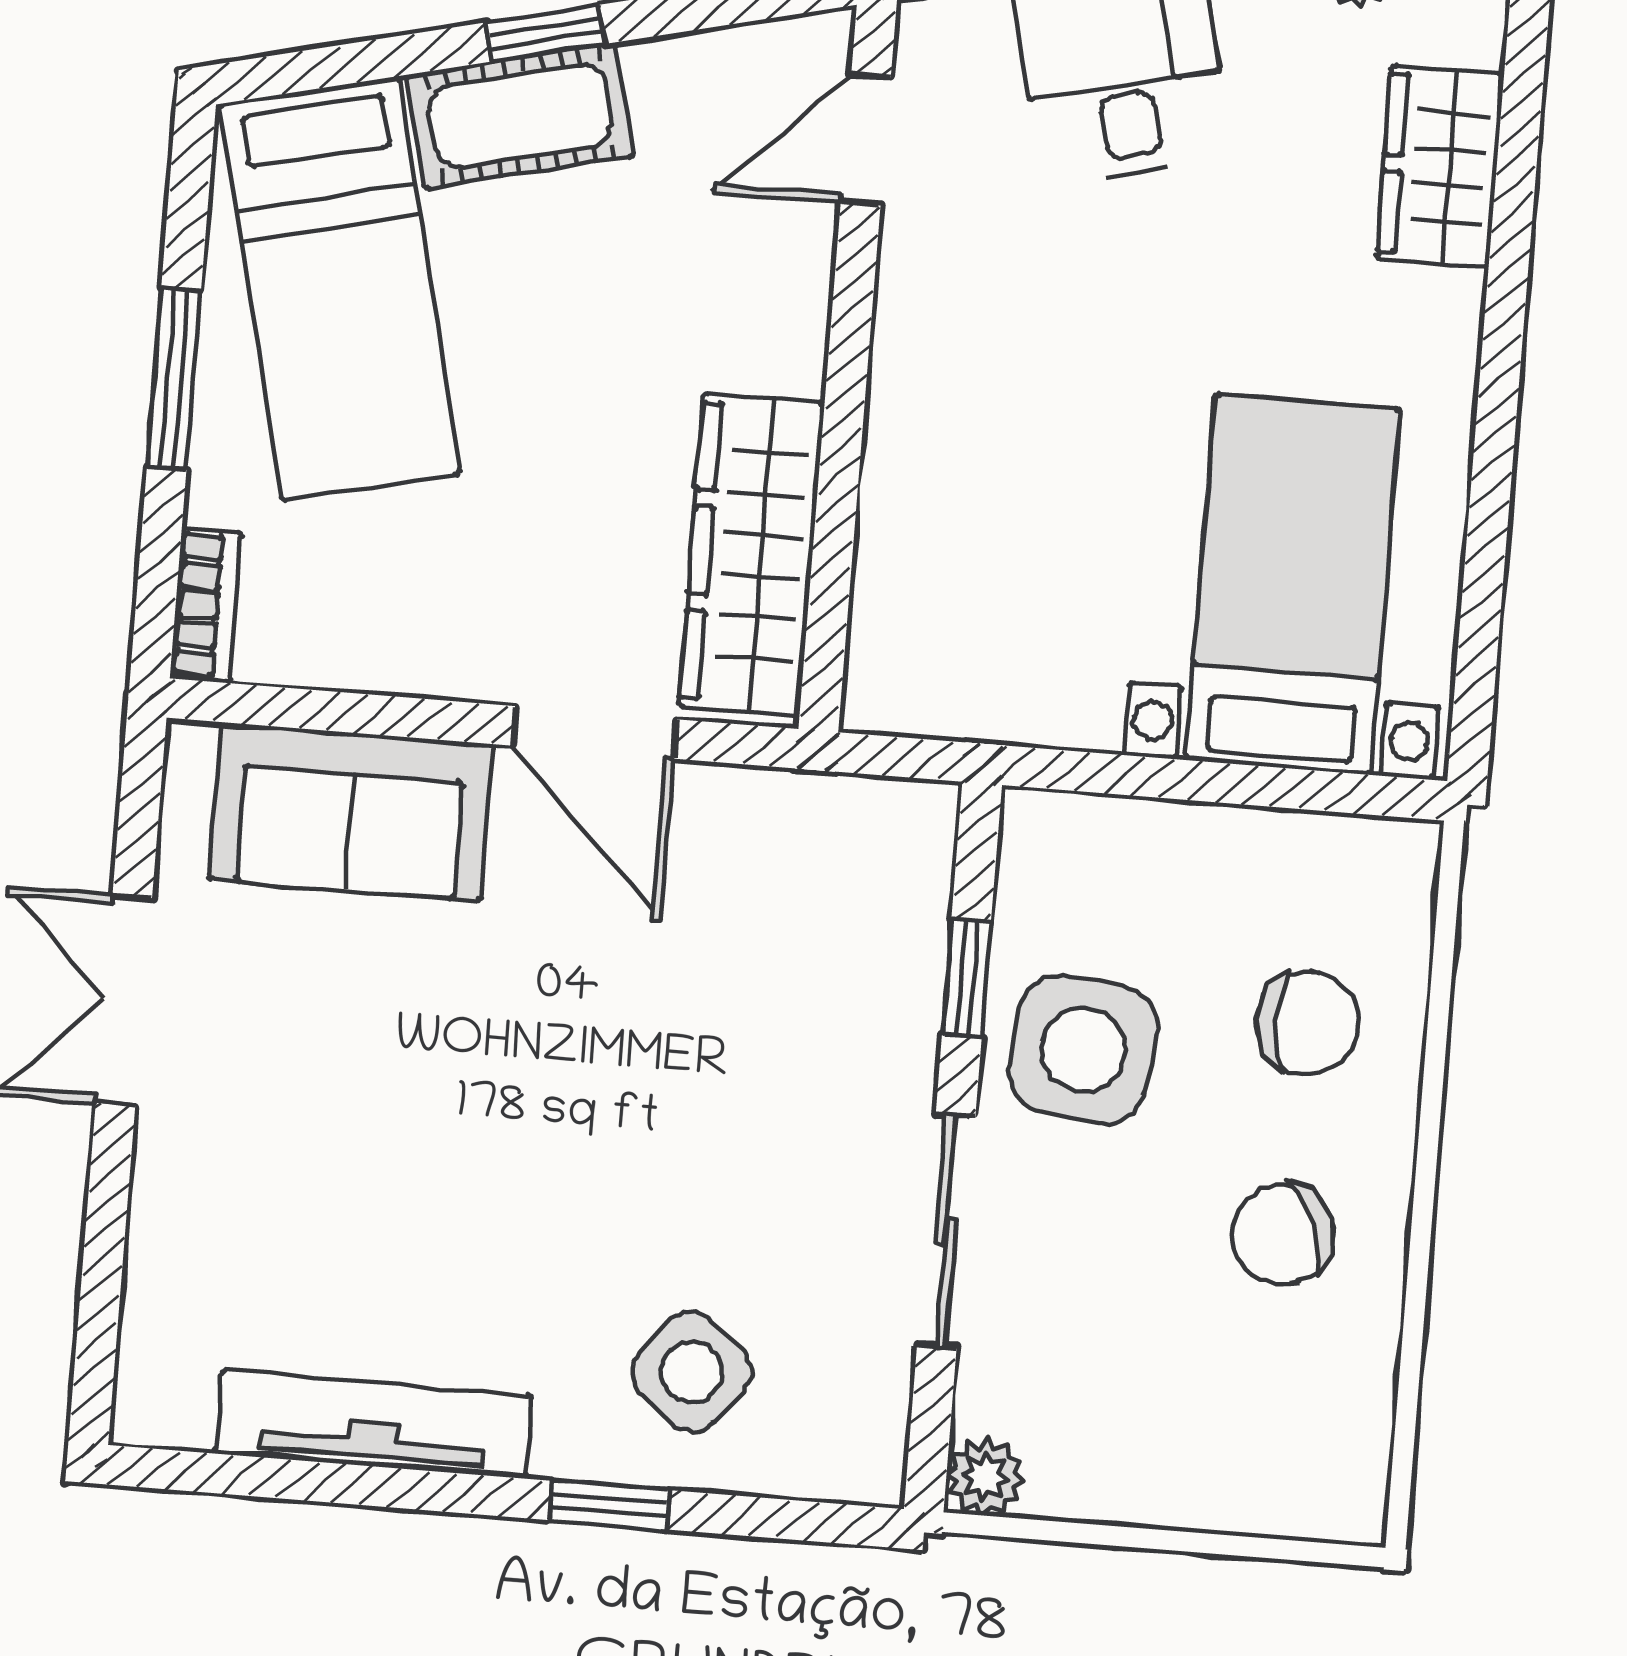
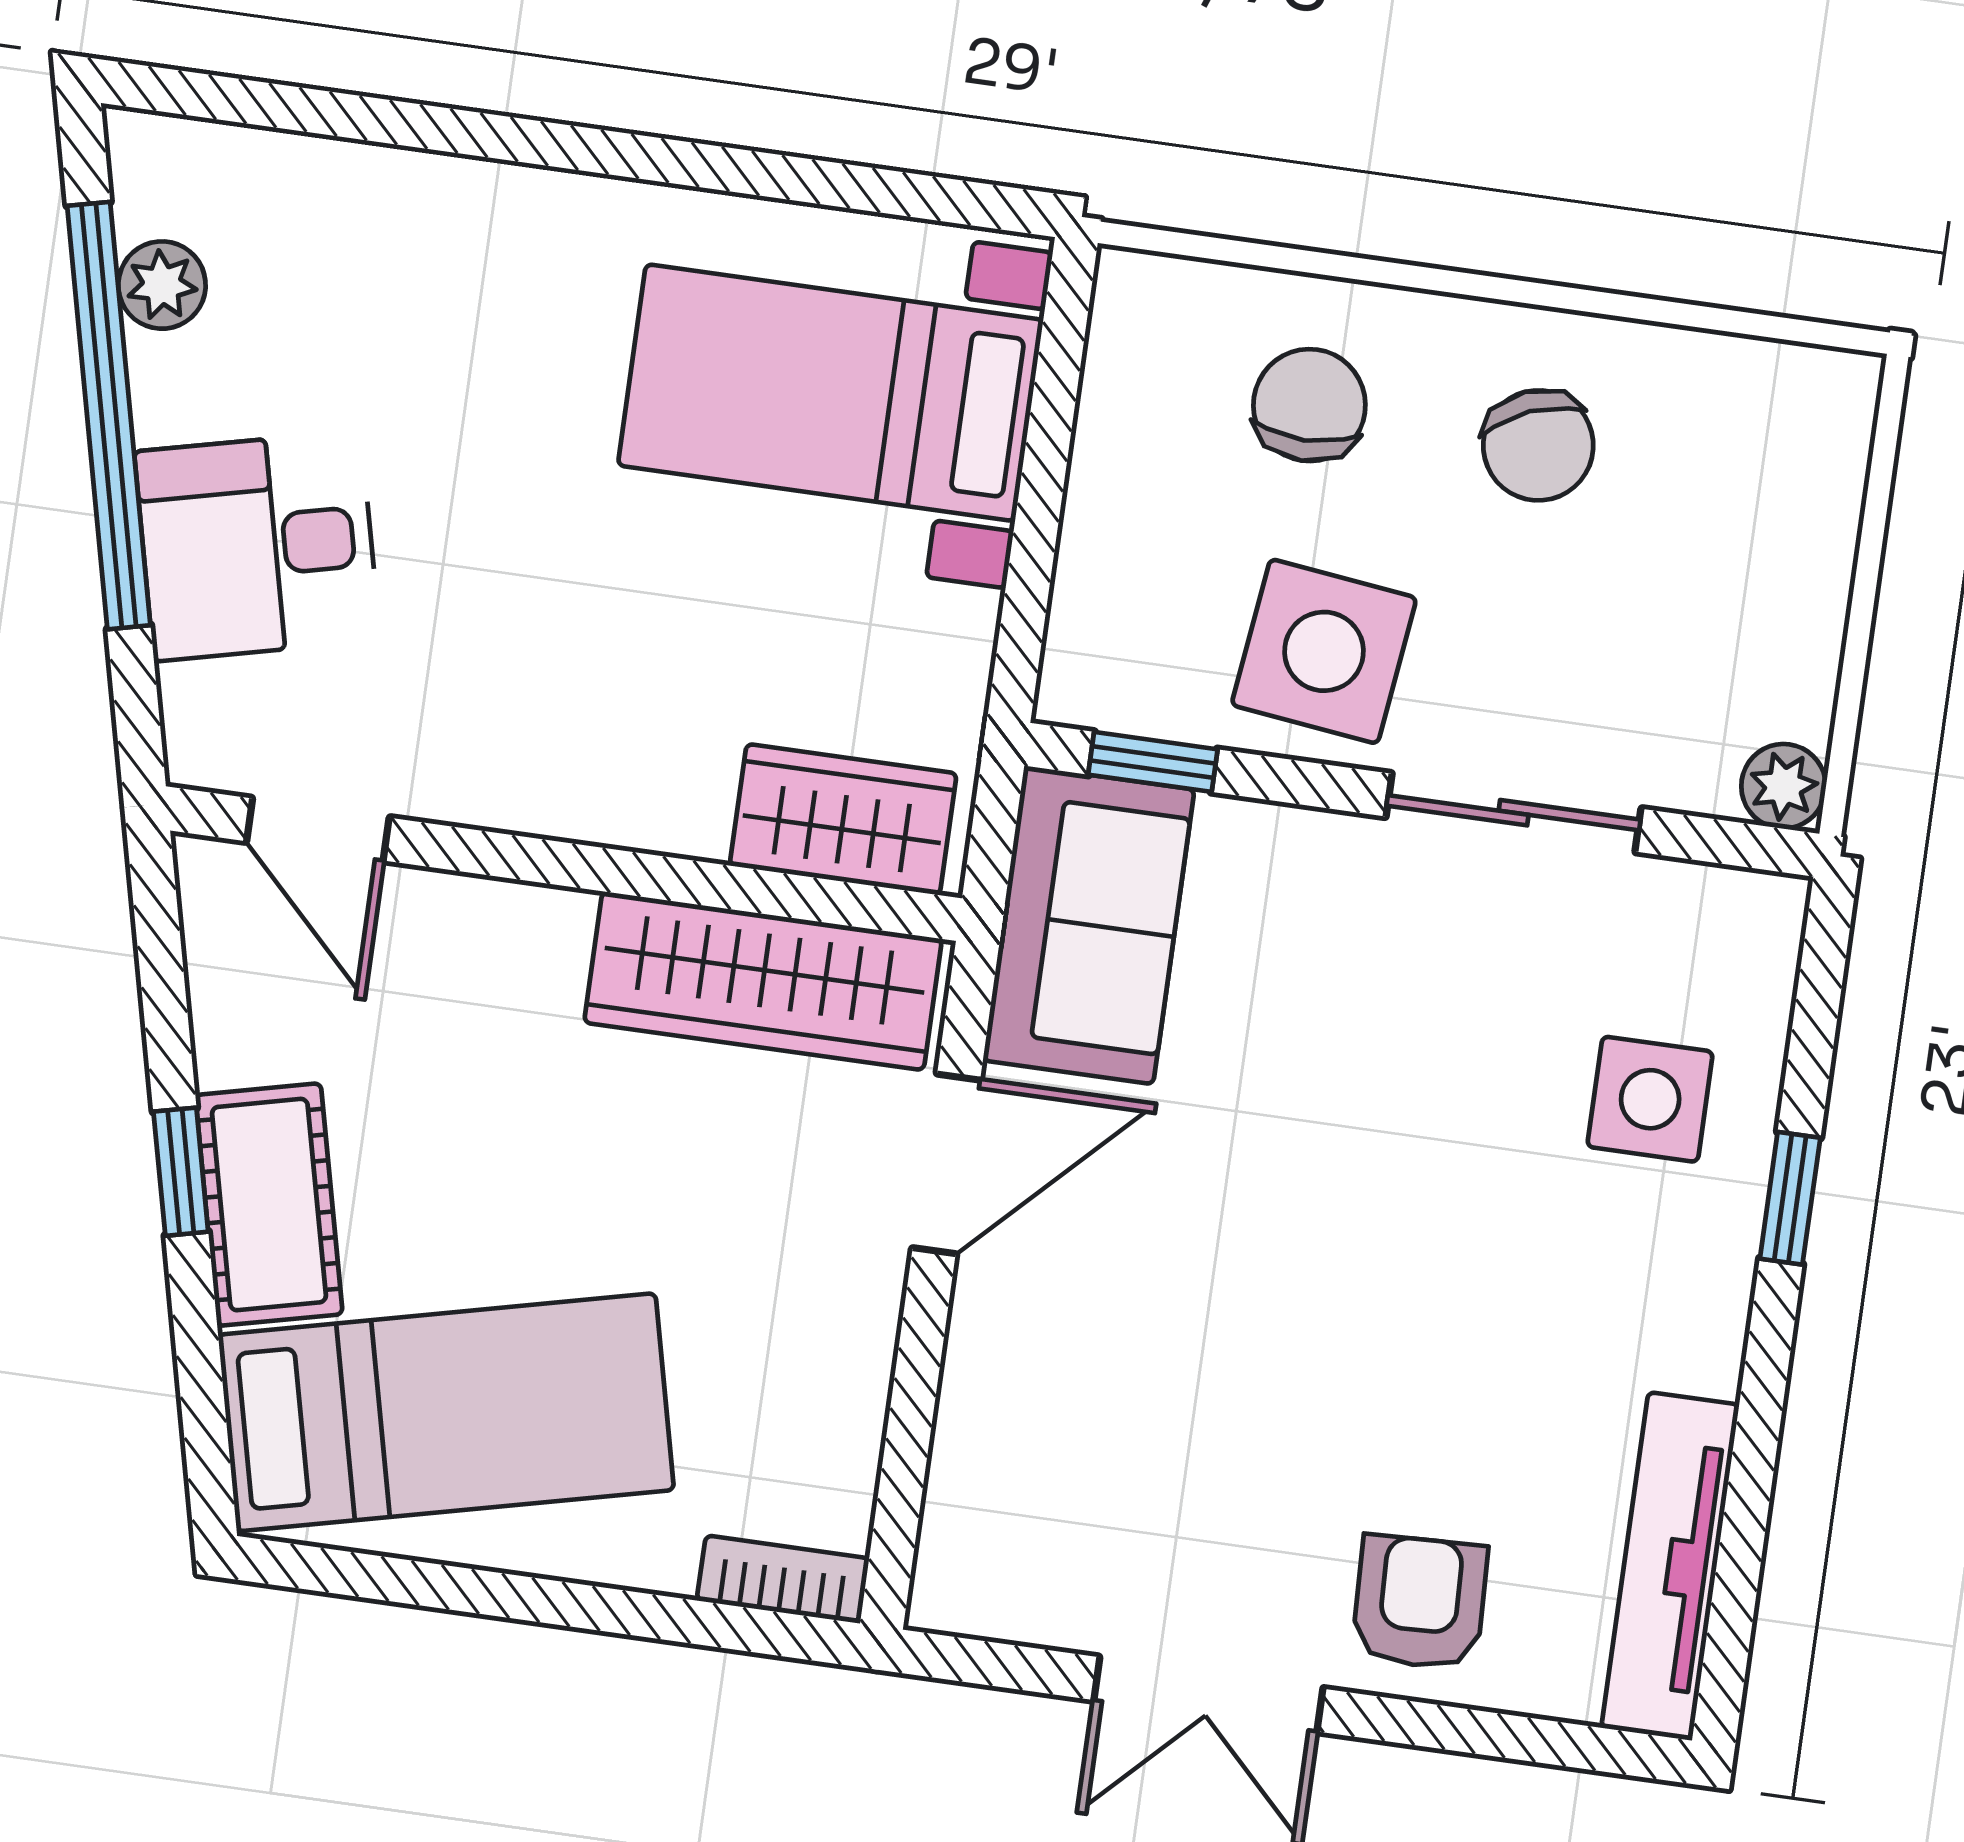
wardrobe: (1440, 167) -> (843, 819), moved, turned 180
window: (174, 378) -> (533, 1599), removed
sofa: (351, 812) -> (1089, 925), moved
window: (966, 979) -> (1153, 762), moved
armchair: (219, 1189) -> (1420, 1602), added
side table: (692, 1372) -> (1650, 1099), turned -38
tv unit: (373, 1424) -> (1670, 1566), moved

